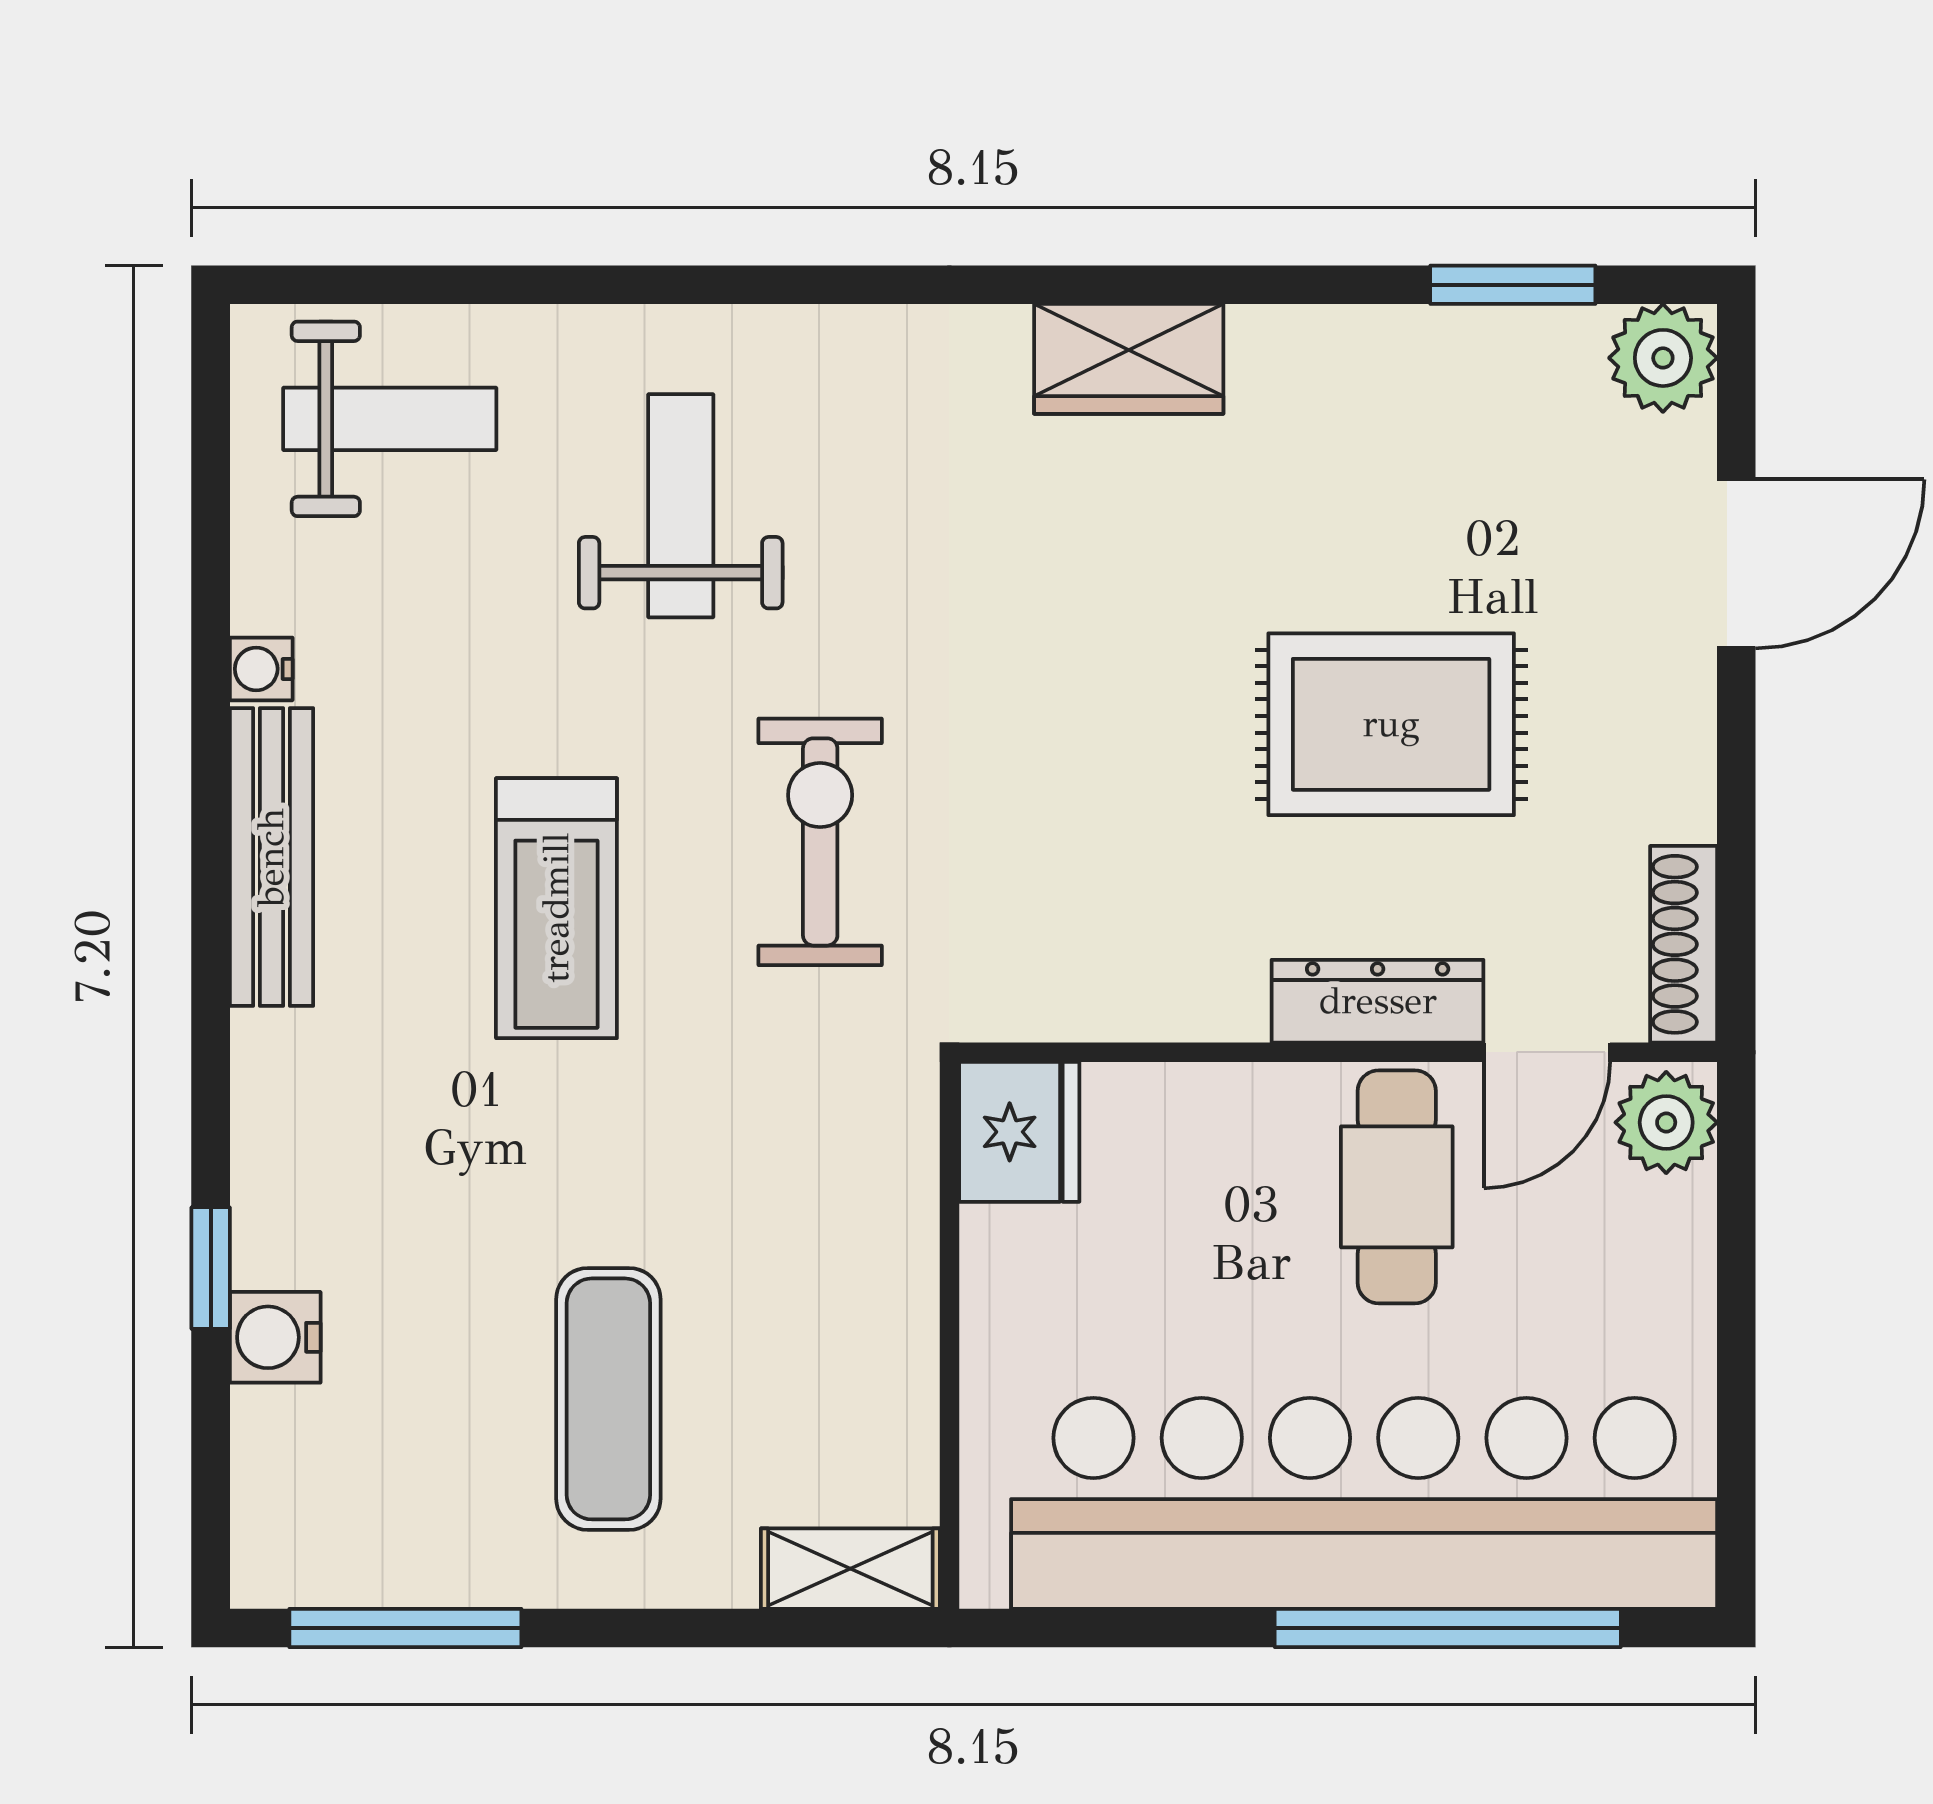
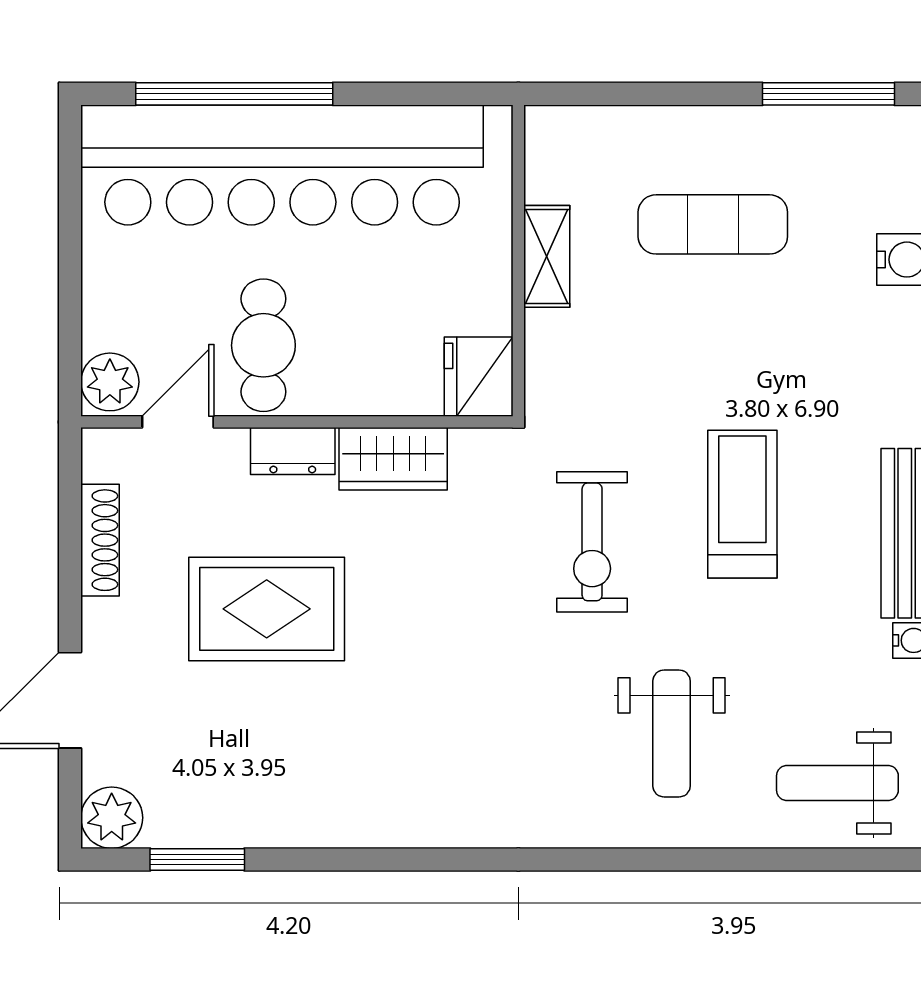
wardrobe: (1129, 359) -> (393, 459), moved, turned 180
shoe rack: (1684, 944) -> (100, 540), moved
dresser: (1378, 1001) -> (293, 451), width x0.70
exercise mat: (608, 1399) -> (713, 224), turned 90
shelving: (850, 1569) -> (547, 256), moved, turned 90

